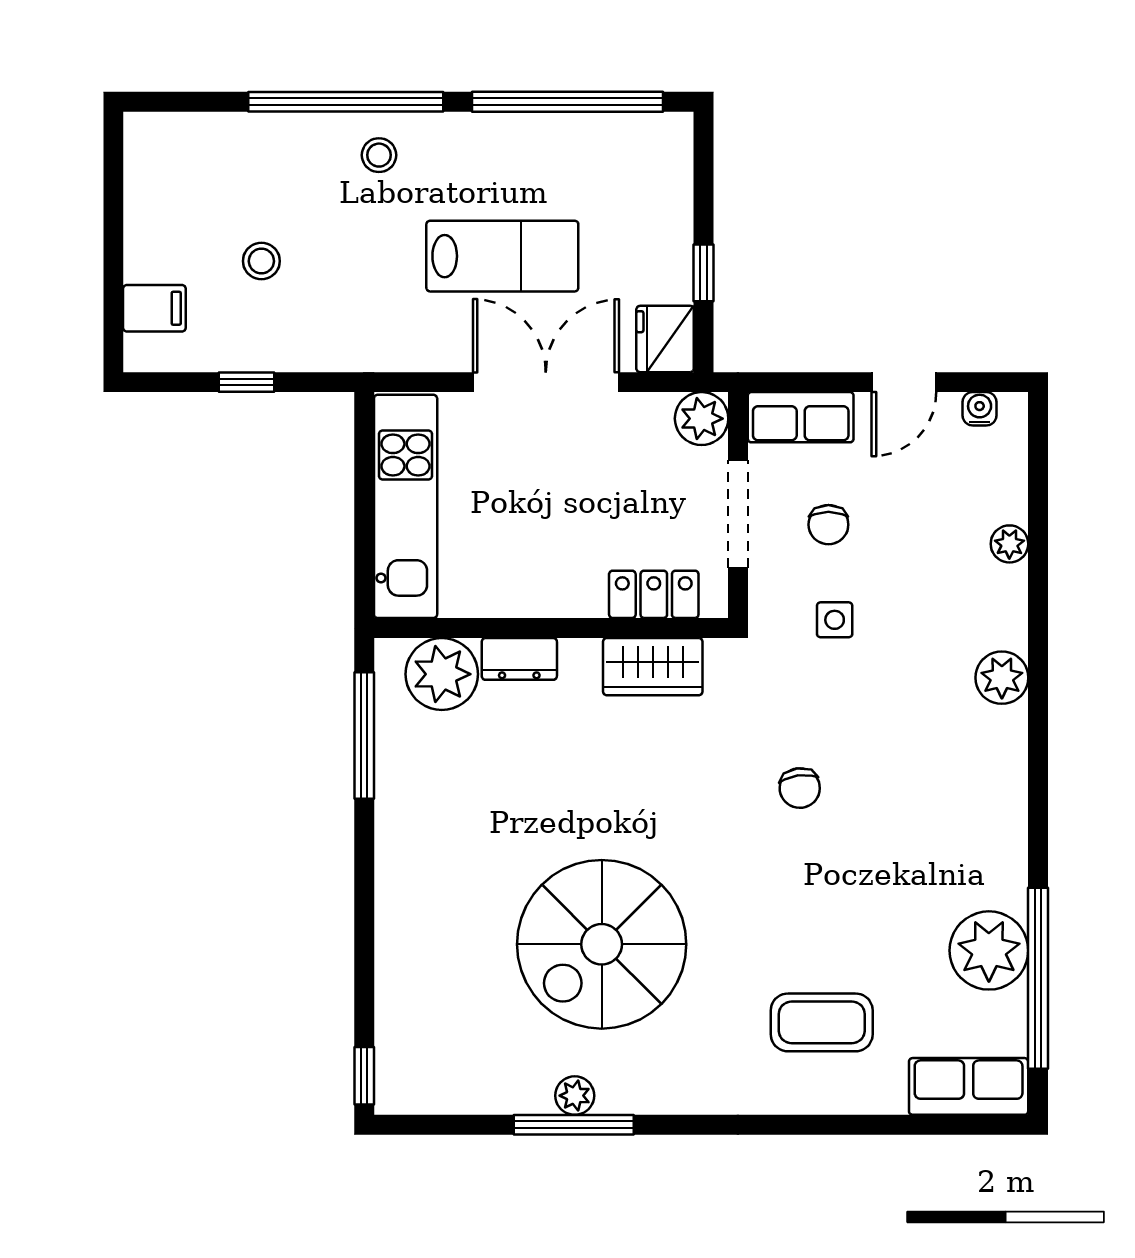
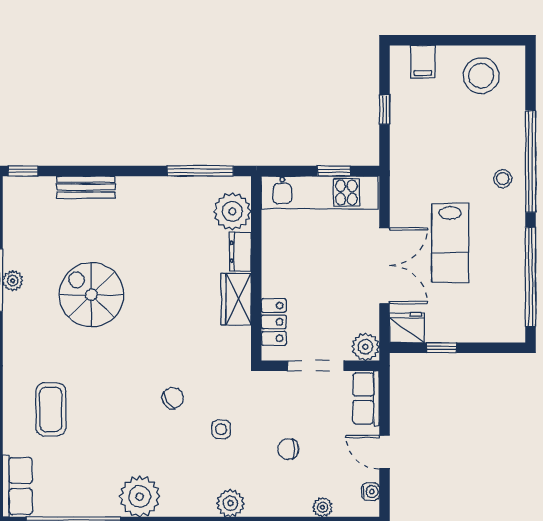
stool: (261, 261) -> (481, 76), moved, width x1.89, depth x1.89
window: (364, 479) -> (334, 171), added
chair: (828, 525) -> (288, 449), moved
plant: (1009, 544) -> (323, 507), moved
side table: (835, 620) -> (221, 429), moved
wardrobe: (653, 667) -> (236, 299), moved
chair: (800, 788) -> (173, 398), turned 153
spiral stairs: (602, 944) -> (91, 295), width x0.73, depth x0.73
plant: (989, 950) -> (140, 497), moved
bench: (395, 955) -> (86, 187), added

